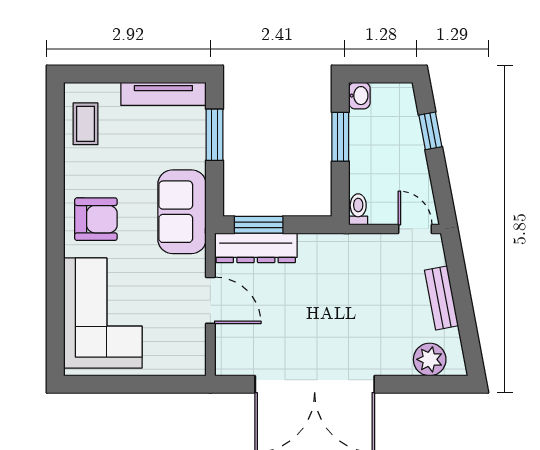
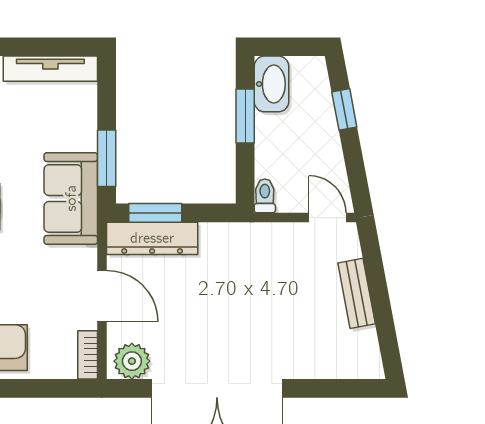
washbasin: (359, 96) -> (271, 84), width x1.91, depth x1.45
window: (215, 135) -> (107, 158), moved
bookcase: (197, 354) -> (88, 355), added
plant: (430, 359) -> (132, 361), moved

